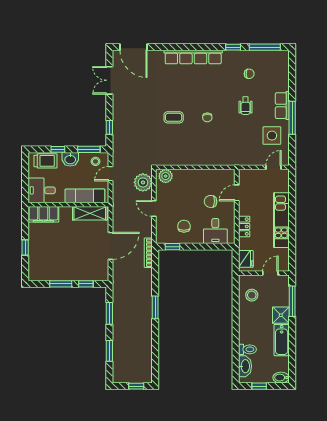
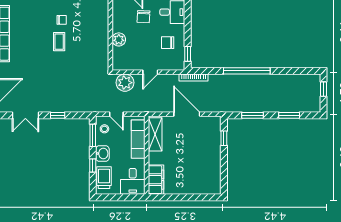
coffee table: (174, 117) -> (59, 42), moved
window: (109, 127) -> (58, 115), moved
plant: (166, 176) -> (119, 39), moved
window: (25, 248) -> (188, 197), removed
window: (61, 284) -> (224, 163), removed
window: (155, 307) -> (247, 71), width x2.11

